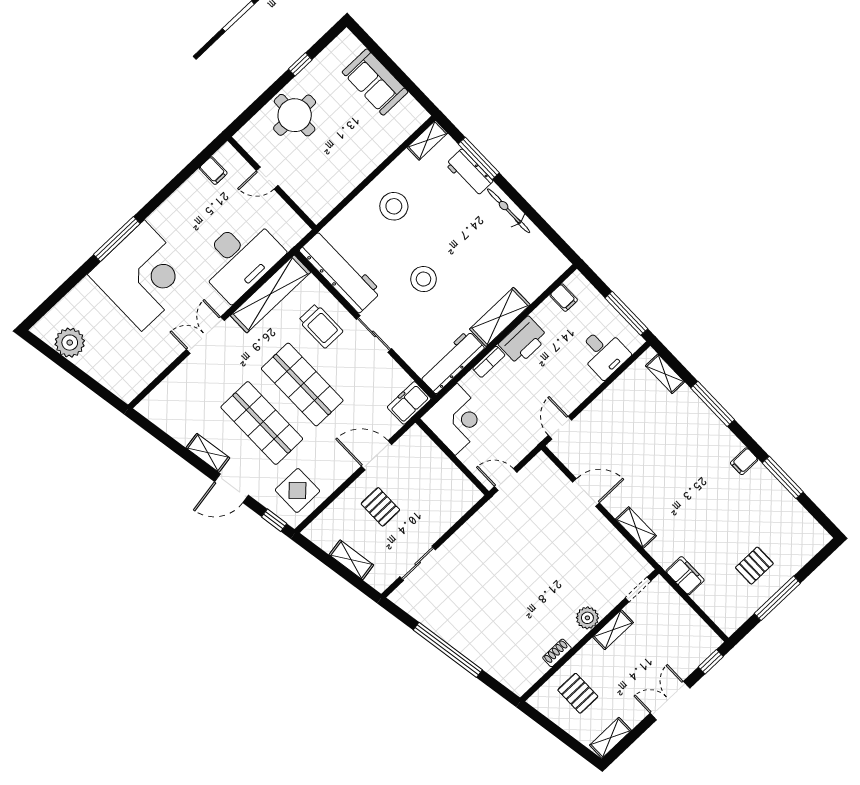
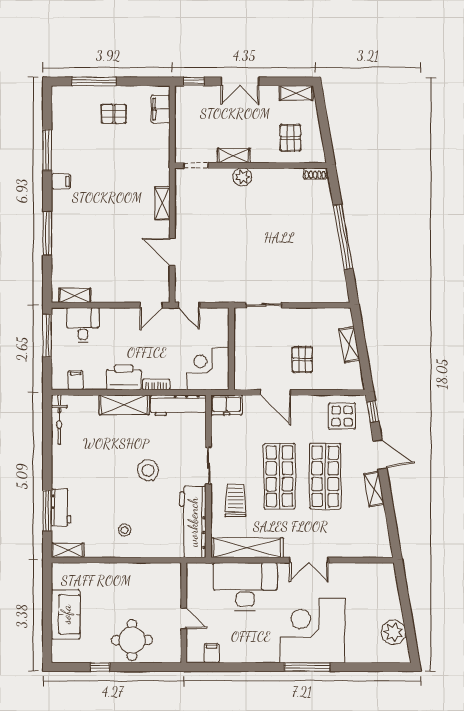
stool: (394, 206) -> (125, 530), width x0.53, depth x0.53
bicycle: (509, 211) -> (59, 420), moved
shelving: (665, 374) -> (75, 296), moved, turned 90
door: (506, 479) -> (189, 305), moved
sliding door: (418, 563) -> (264, 305), moved
filing cabinet: (685, 576) -> (161, 109), moved
window: (777, 598) -> (94, 81), moved
shoe rack: (557, 653) -> (315, 173), moved

